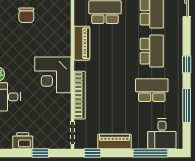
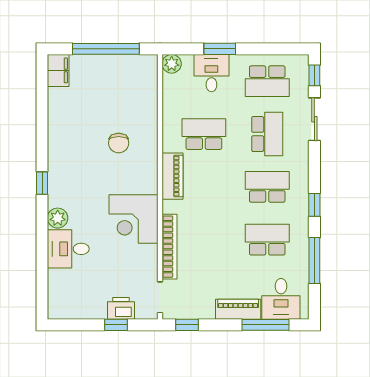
chair: (26, 15) -> (119, 143), moved
school desk: (152, 51) -> (267, 187), turned -90
printer: (23, 141) -> (121, 308), moved
piano: (114, 142) -> (238, 309), moved

